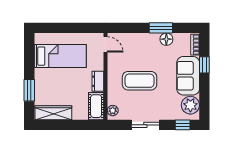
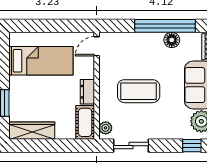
window: (161, 28) -> (165, 26), width x2.11
door: (105, 44) -> (97, 46), swing flipped
sliding door: (145, 125) -> (131, 146), moved

